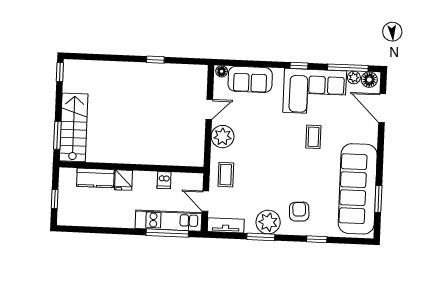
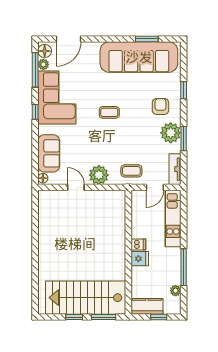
window: (155, 60) -> (35, 235), removed
window: (60, 72) -> (74, 317), moved
stairs: (74, 127) -> (86, 298), width x1.36, depth x1.51
coffee table: (313, 137) -> (109, 112), moved
kitchen counter: (95, 178) -> (147, 306), moved, turned -90
dishwasher: (164, 180) -> (138, 245), moved
armchair: (299, 212) -> (160, 106), turned 93
plant: (84, 220) -> (176, 291), added
window: (167, 233) -> (184, 267), moved

